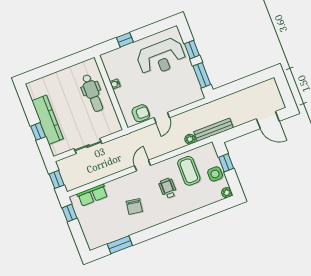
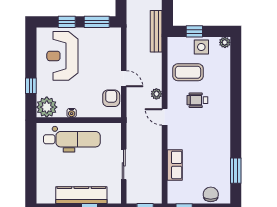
reception desk: (161, 57) -> (62, 56), turned 180
plant: (112, 61) -> (47, 107), added
dental chair: (92, 93) -> (72, 139), width x1.36, depth x1.38
plant: (190, 139) -> (156, 94), moved
row of seats: (92, 195) -> (175, 165), moved
chair: (134, 206) -> (211, 194), moved, turned -99

